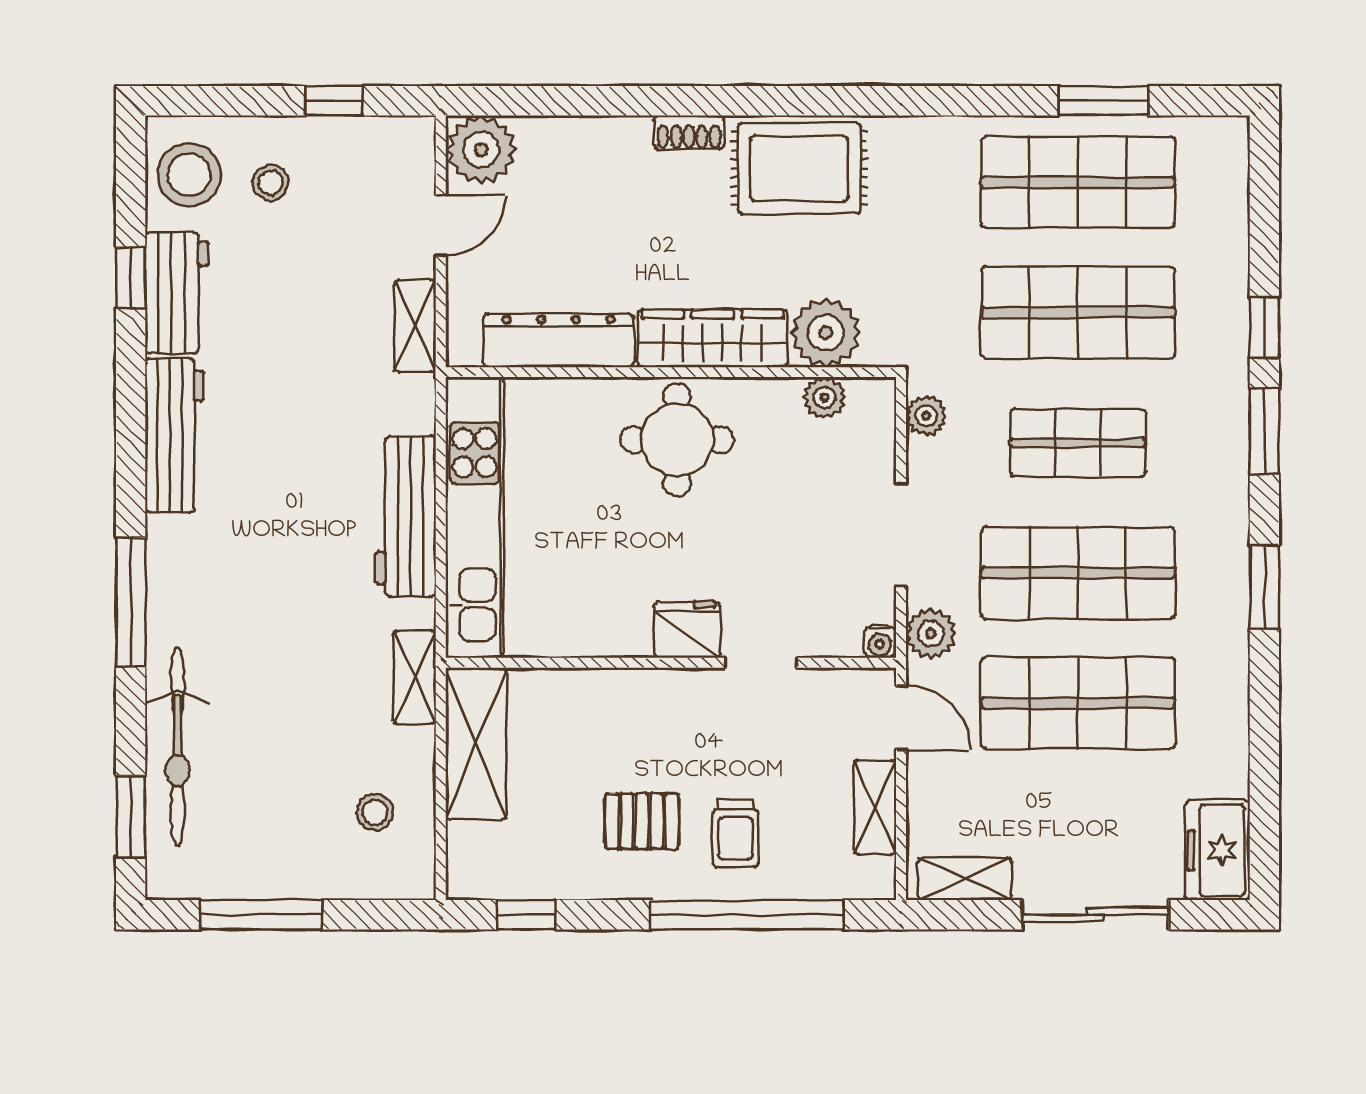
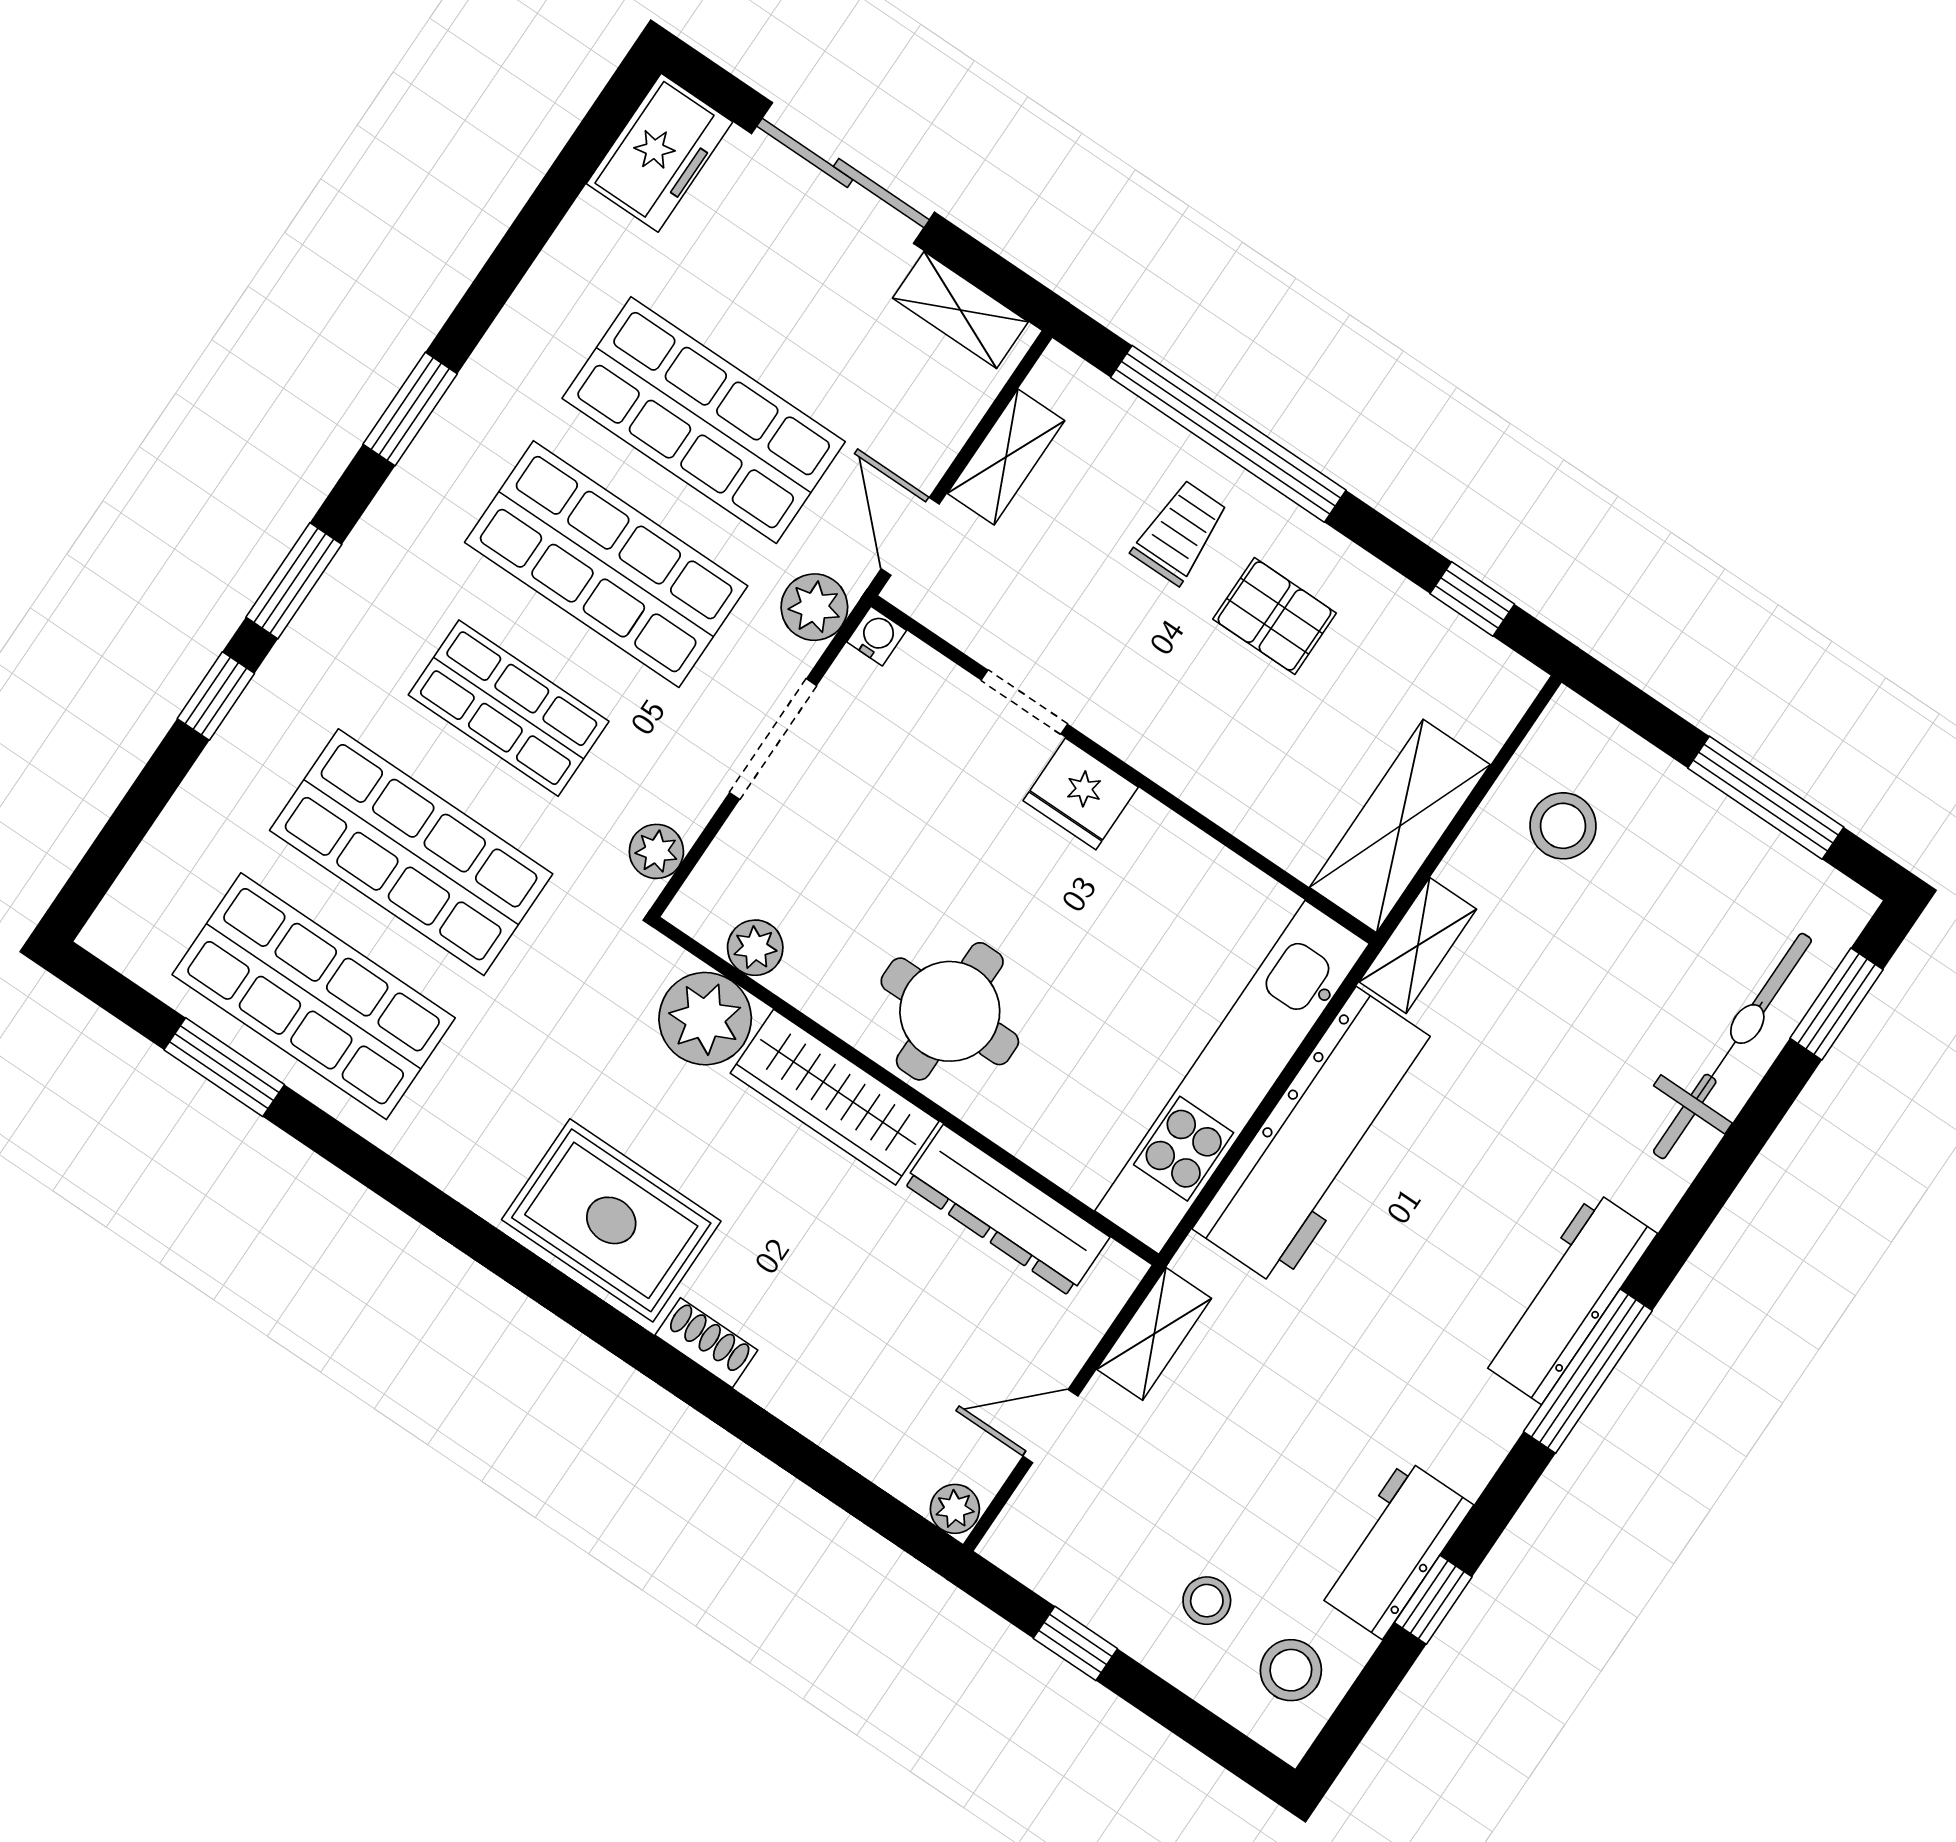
plant: (481, 150) -> (955, 1509), width x0.53, depth x0.53
stool: (189, 175) -> (1291, 1670), width x0.73, depth x0.73
workbench: (174, 435) -> (1567, 1297), moved
workbench: (406, 516) -> (1318, 1137), width x1.36, depth x1.32
window: (131, 602) -> (1588, 1371), moved
stool: (375, 812) -> (1563, 826), width x1.37, depth x1.37

